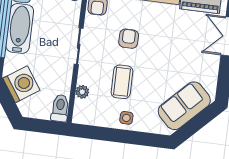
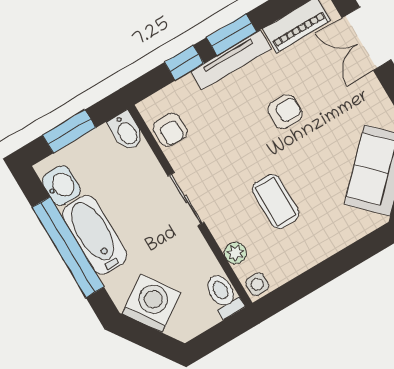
armchair: (129, 39) -> (285, 112), moved, turned 90
side table: (126, 118) -> (257, 284), moved

